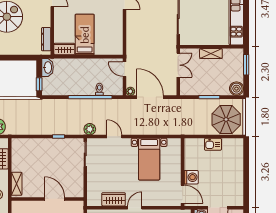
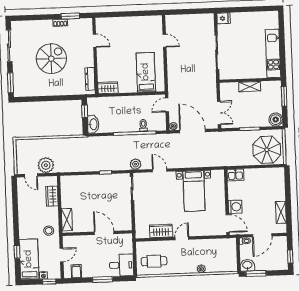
bed: (85, 35) -> (146, 72), moved
double door: (178, 65) -> (219, 113), moved
washbasin: (48, 67) -> (93, 124), moved
door: (125, 69) -> (167, 105), hinge flipped
window: (39, 84) -> (85, 111), moved
kitchen sink: (213, 144) -> (235, 175), moved
shelving: (238, 185) -> (281, 212), added

